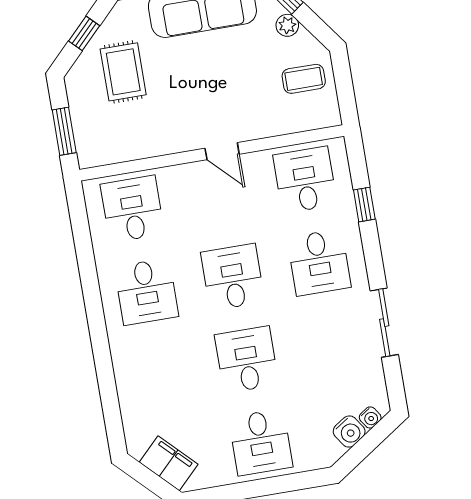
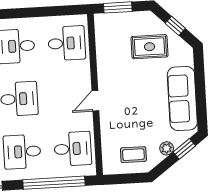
coffee table: (304, 79) -> (133, 155), turned 90
window: (364, 205) -> (54, 183), width x3.17

